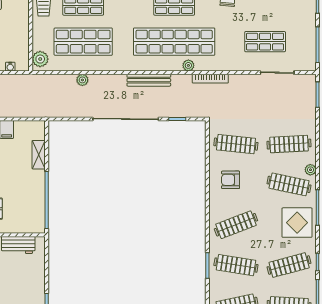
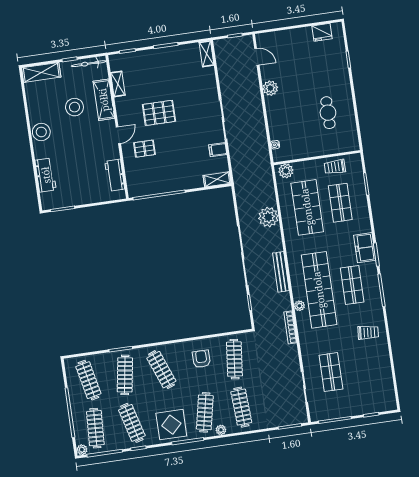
plant: (82, 80) -> (268, 217), width x1.88, depth x1.88
shelving: (39, 155) -> (217, 179), moved

